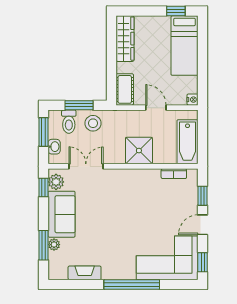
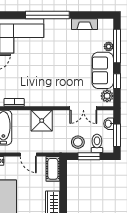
window: (43, 188) -> (117, 81), moved
window: (43, 245) -> (117, 46), width x1.44

